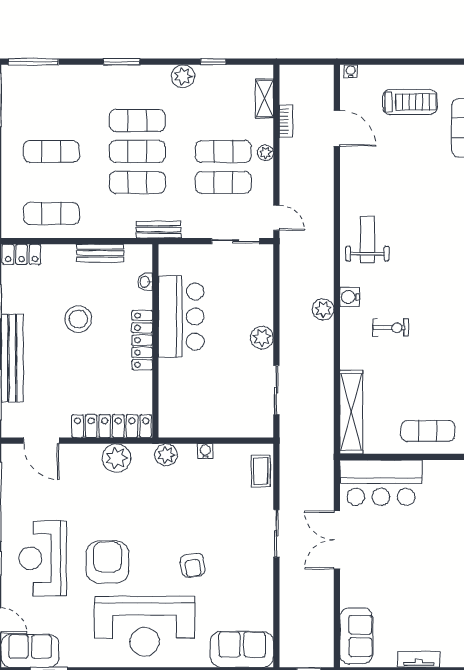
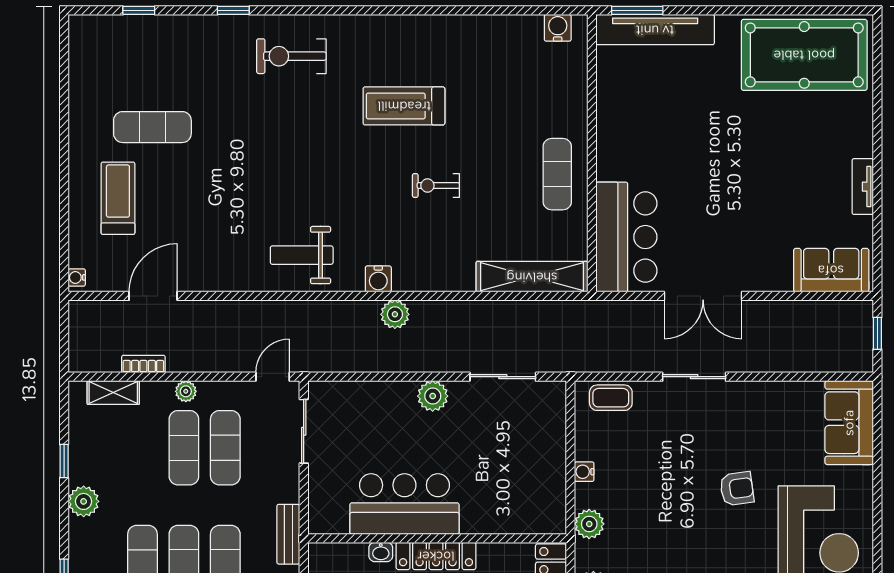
washbasin: (145, 282) -> (381, 552), moved
exercise bike: (391, 328) -> (436, 186), moved, turned -90

